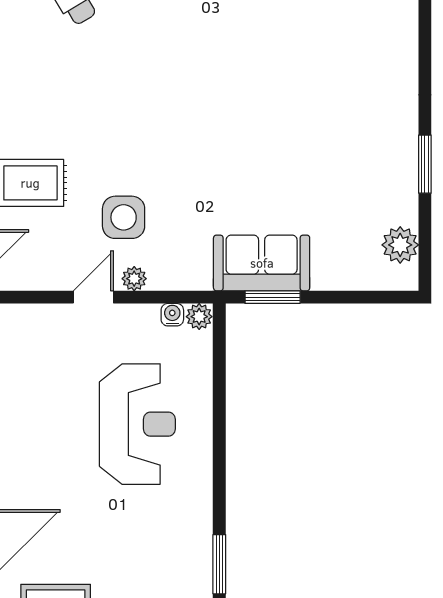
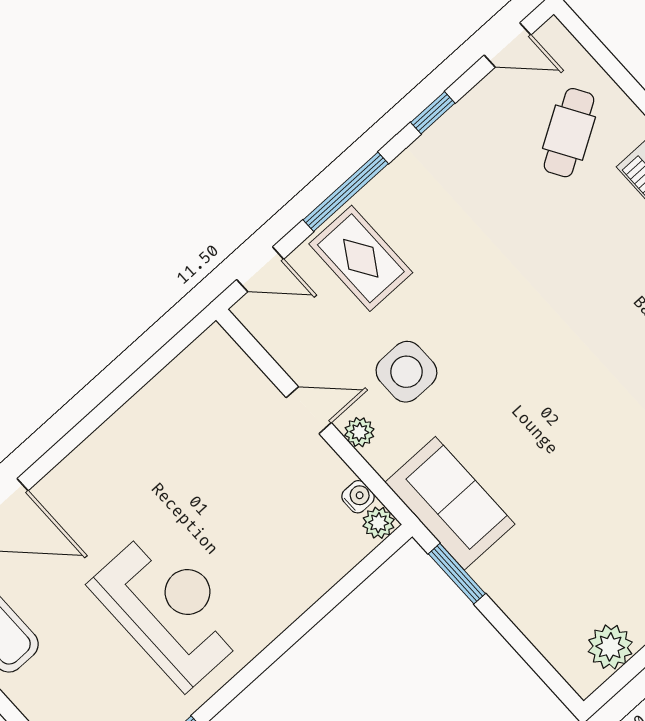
sofa: (262, 263) -> (450, 503), moved
reception desk: (137, 424) -> (169, 608), moved, turned -90

